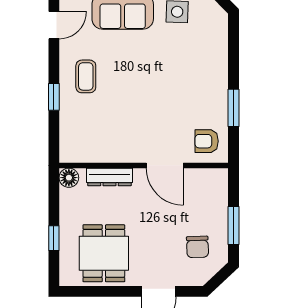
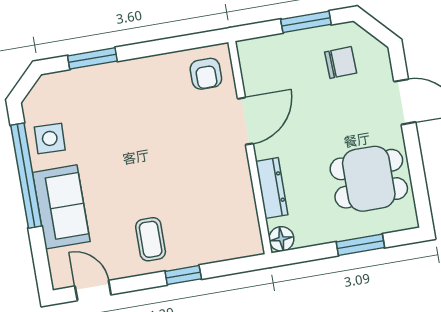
coffee table: (86, 76) -> (151, 239), turned 90
window: (233, 108) -> (92, 58), moved
window: (54, 238) -> (360, 245), width x1.50

